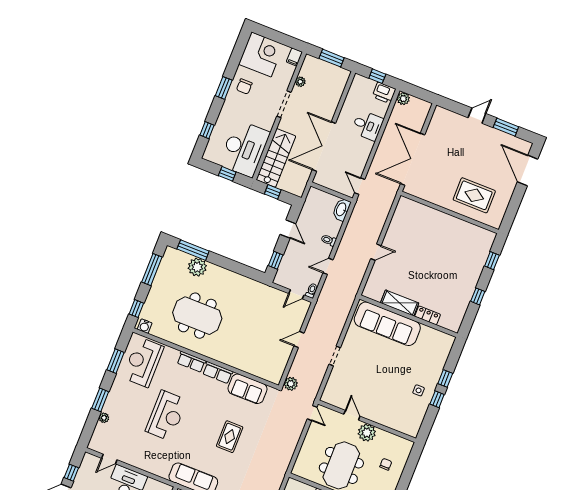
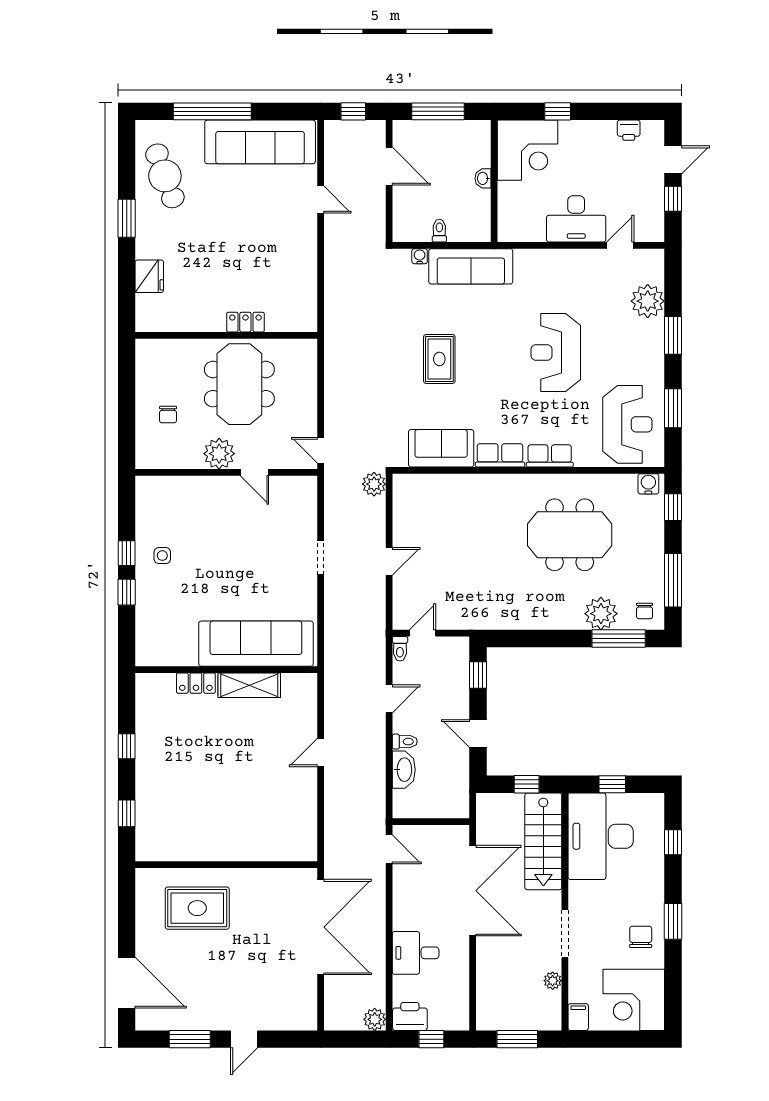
washbasin: (341, 209) -> (404, 770), moved
chair: (173, 259) -> (645, 611), added
plant: (104, 418) -> (648, 301), width x1.88, depth x1.88

